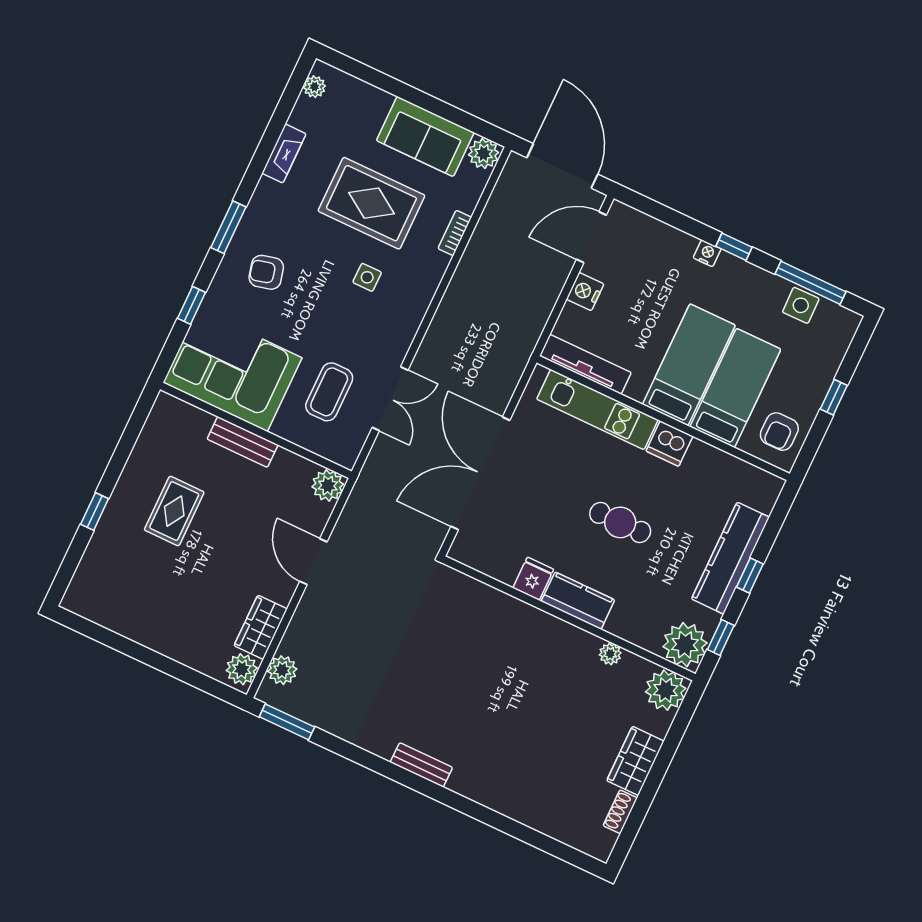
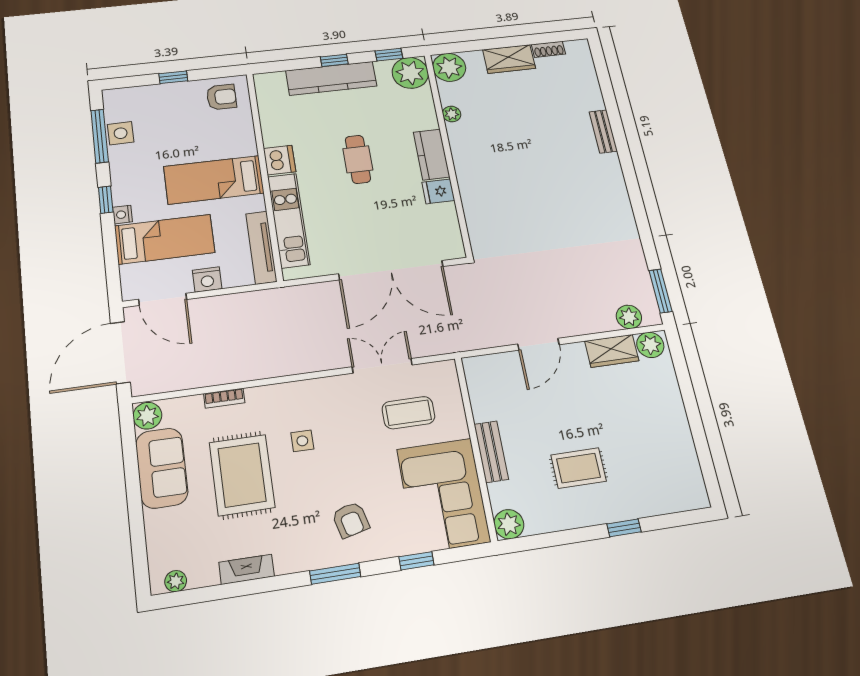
bed: (735, 388) -> (165, 239), moved, turned 180
plant: (328, 486) -> (509, 524), moved
bench: (421, 765) -> (603, 131), moved

